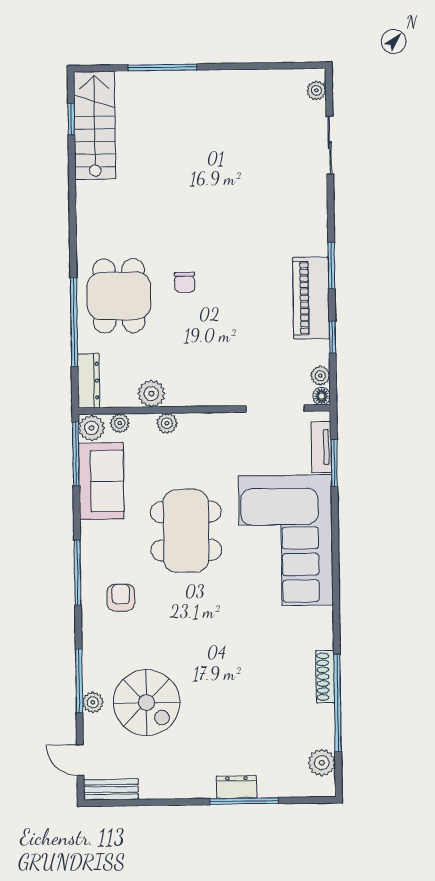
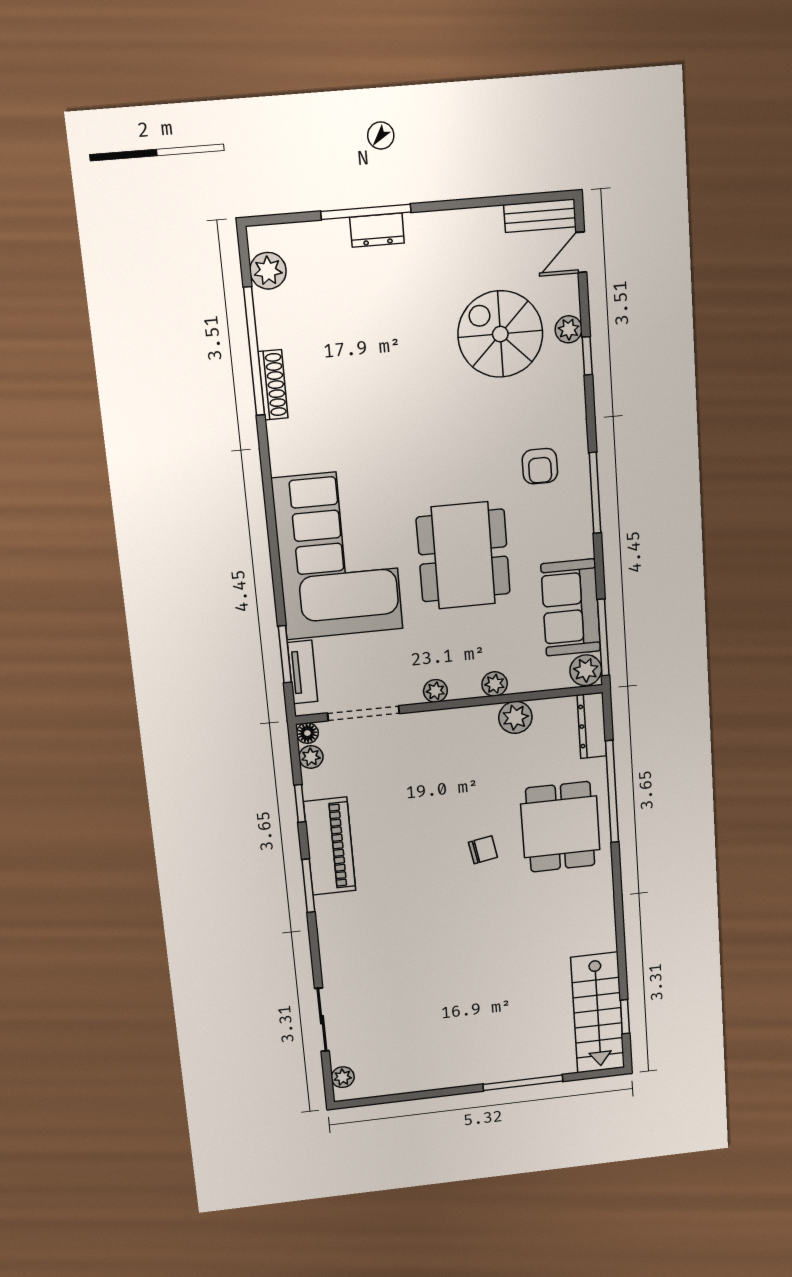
chair: (185, 282) -> (483, 850), turned 80
plant: (120, 423) -> (435, 691), moved
window: (79, 681) -> (587, 356), width x0.46
door: (80, 760) -> (581, 252), swing flipped

